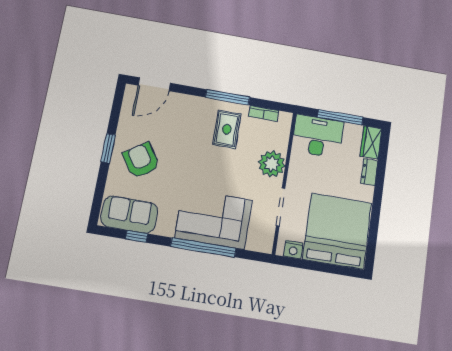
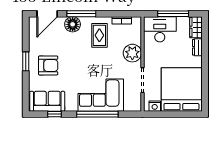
window: (228, 97) -> (81, 14), moved
floor lamp: (190, 106) -> (73, 24), added
armchair: (141, 160) -> (48, 65), turned 124

